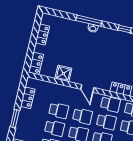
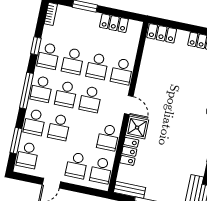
shower: (63, 73) -> (137, 128), moved
door: (87, 88) -> (129, 105), swing flipped
school desk: (106, 122) -> (122, 71), moved

